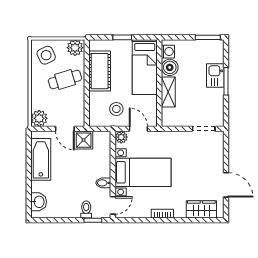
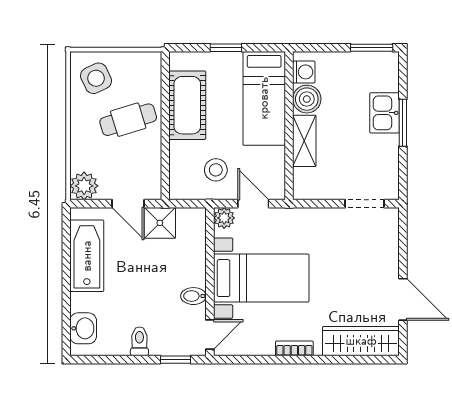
plant: (75, 48) -> (145, 65), removed
toilet: (86, 209) -> (139, 341), moved
wardrobe: (201, 209) -> (361, 341), width x1.50

